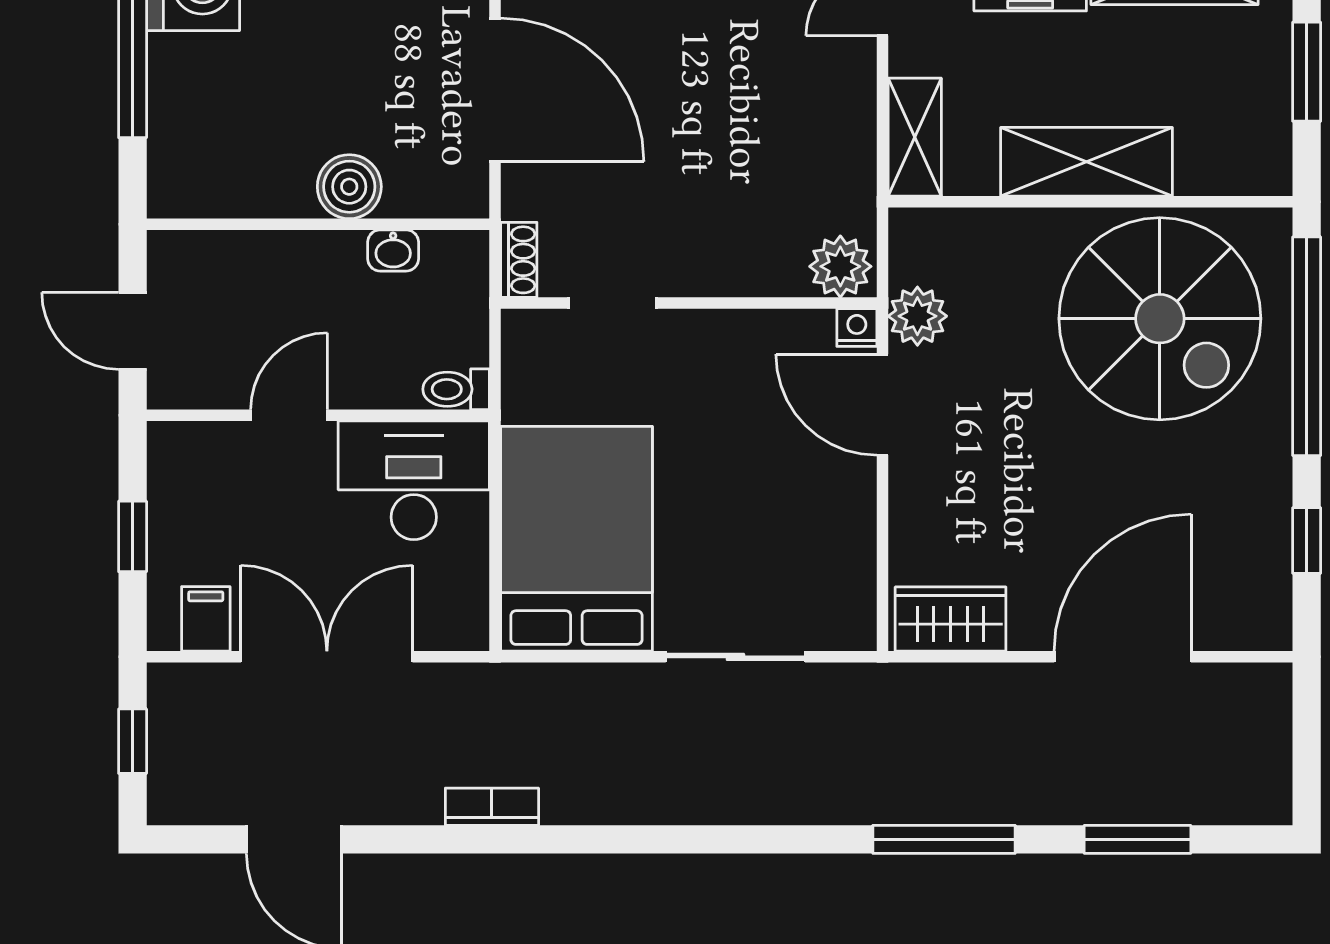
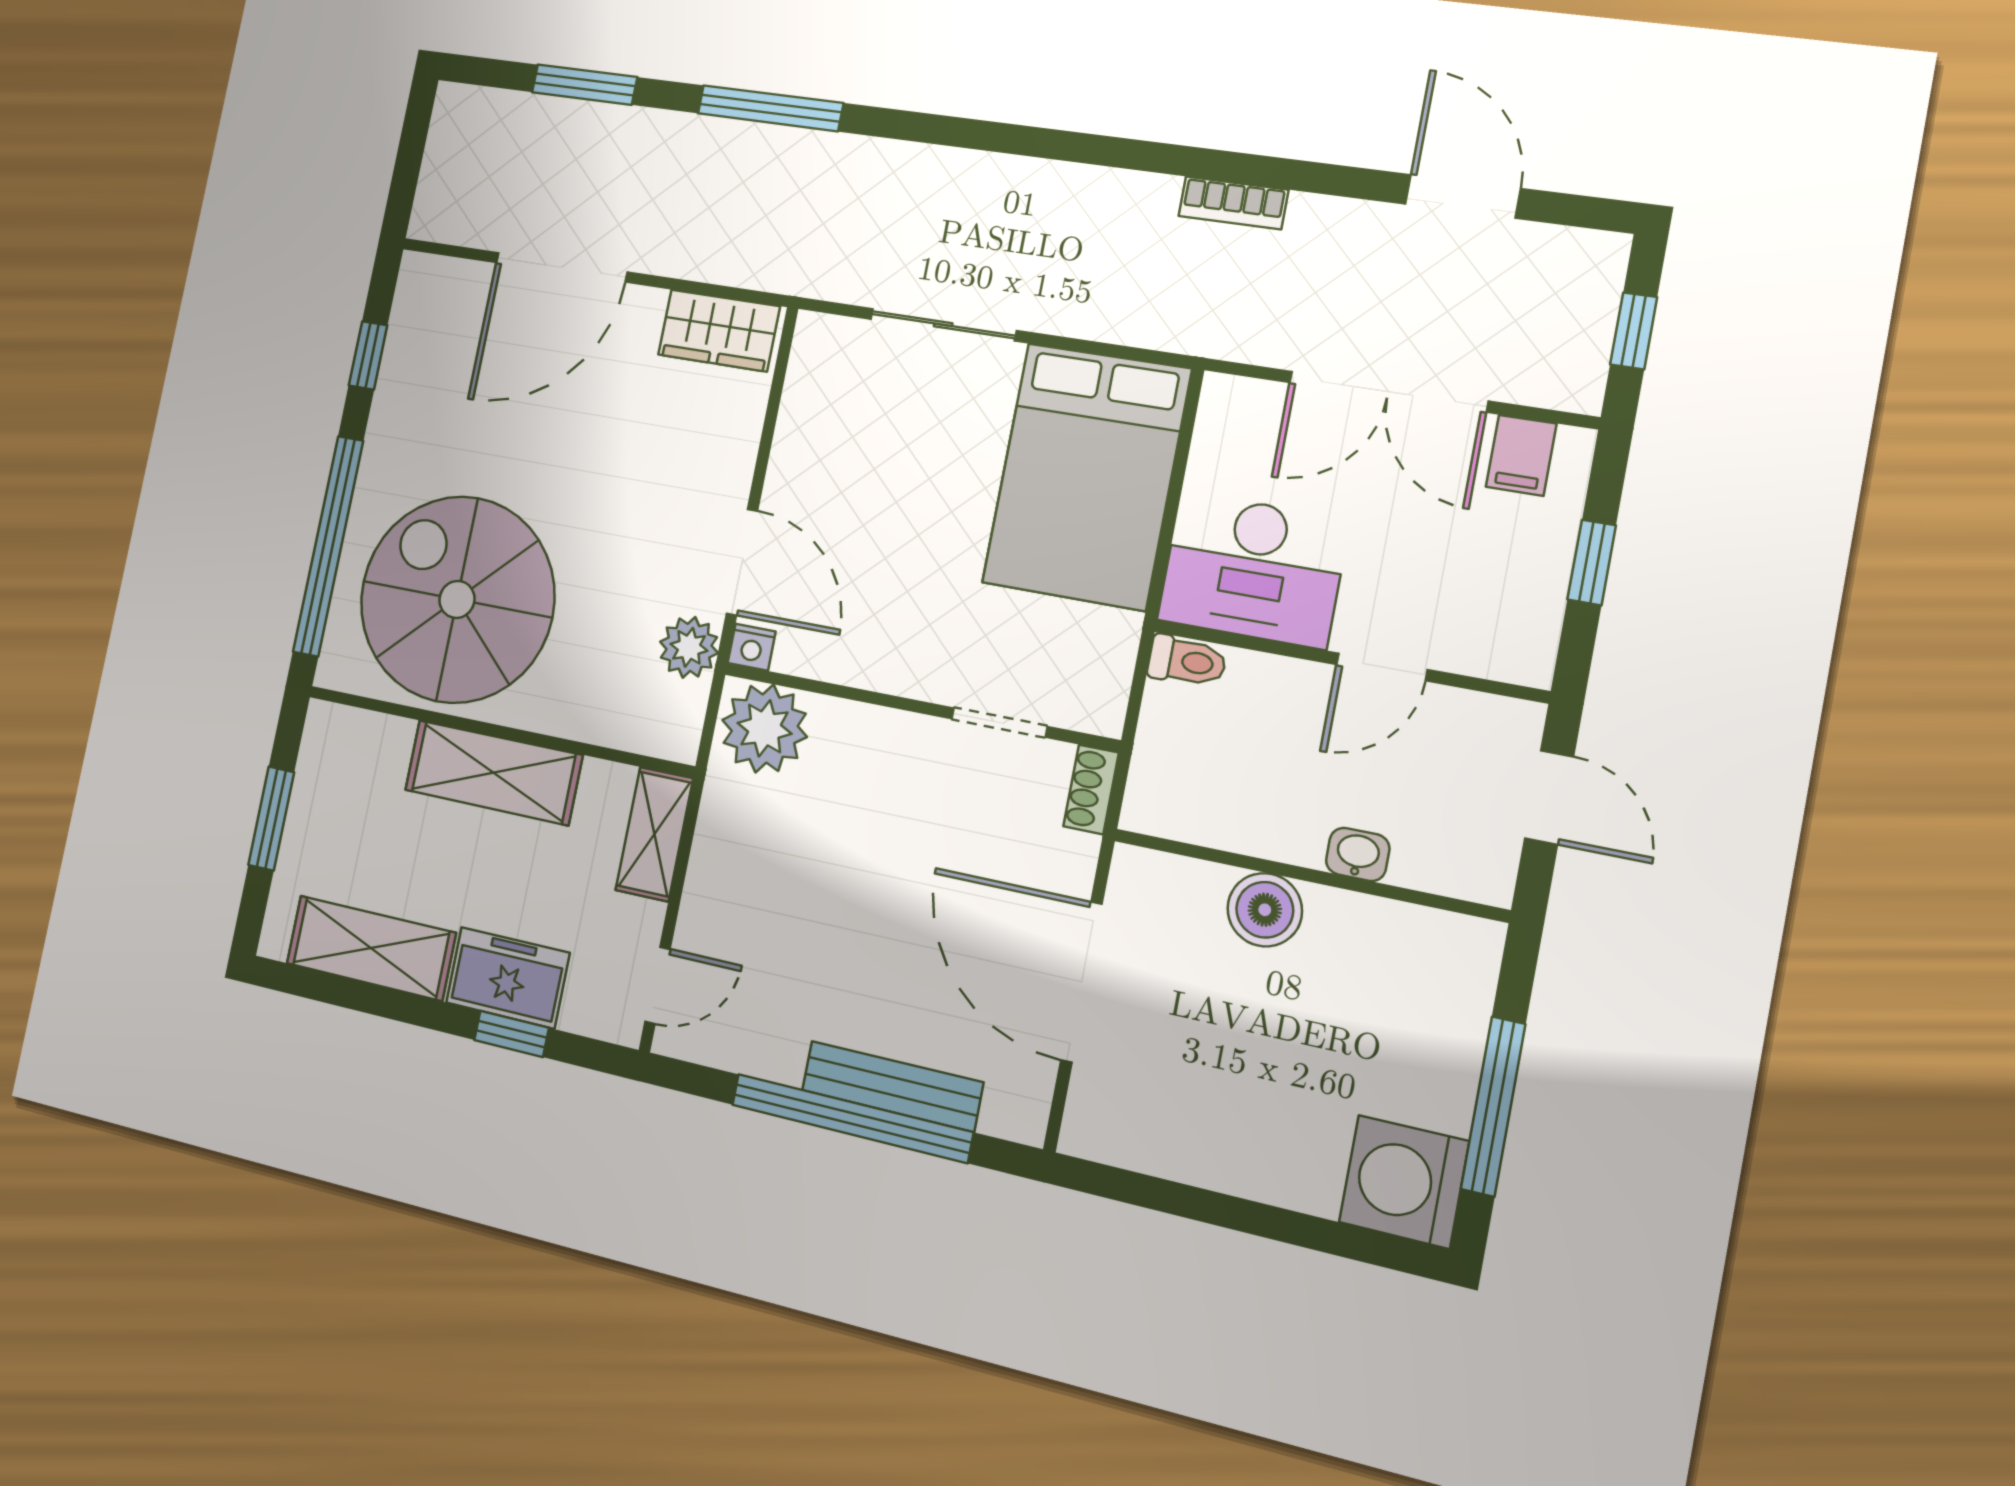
washbasin: (393, 250) -> (1358, 854), moved
plant: (840, 266) -> (765, 728), width x1.36, depth x1.36

